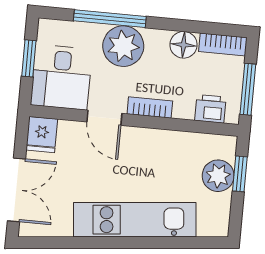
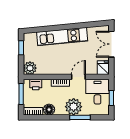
window: (110, 19) -> (80, 117), width x0.69
door: (104, 118) -> (78, 77), hinge flipped
window: (240, 174) -> (21, 48), moved
plant: (218, 176) -> (30, 68), moved

